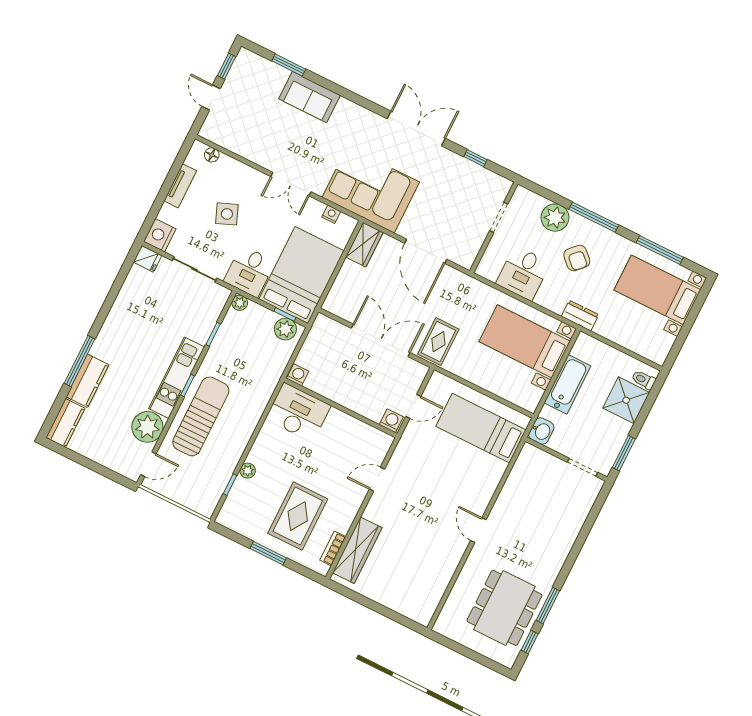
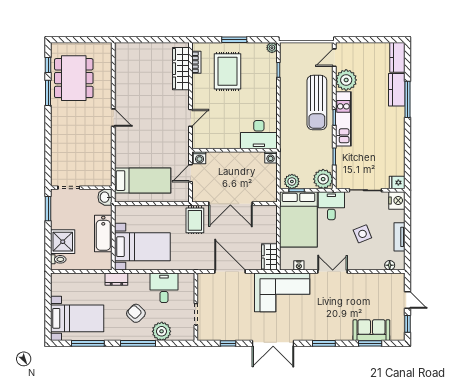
window: (349, 95) -> (324, 343), added
sofa: (309, 97) -> (371, 330), moved
plant: (240, 303) -> (323, 179), width x1.87, depth x1.87
plant: (248, 471) -> (272, 48), moved

